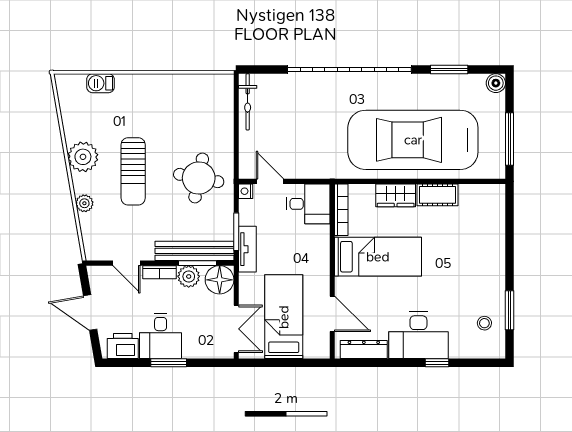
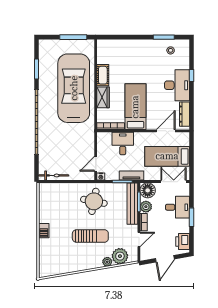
barbecue: (101, 83) -> (44, 231), moved
boiler: (496, 83) -> (44, 44), removed
car: (413, 140) -> (74, 88), turned 180
plant: (83, 157) -> (120, 256), moved
desk: (308, 204) -> (123, 143), moved
desk: (161, 336) -> (177, 207), moved

